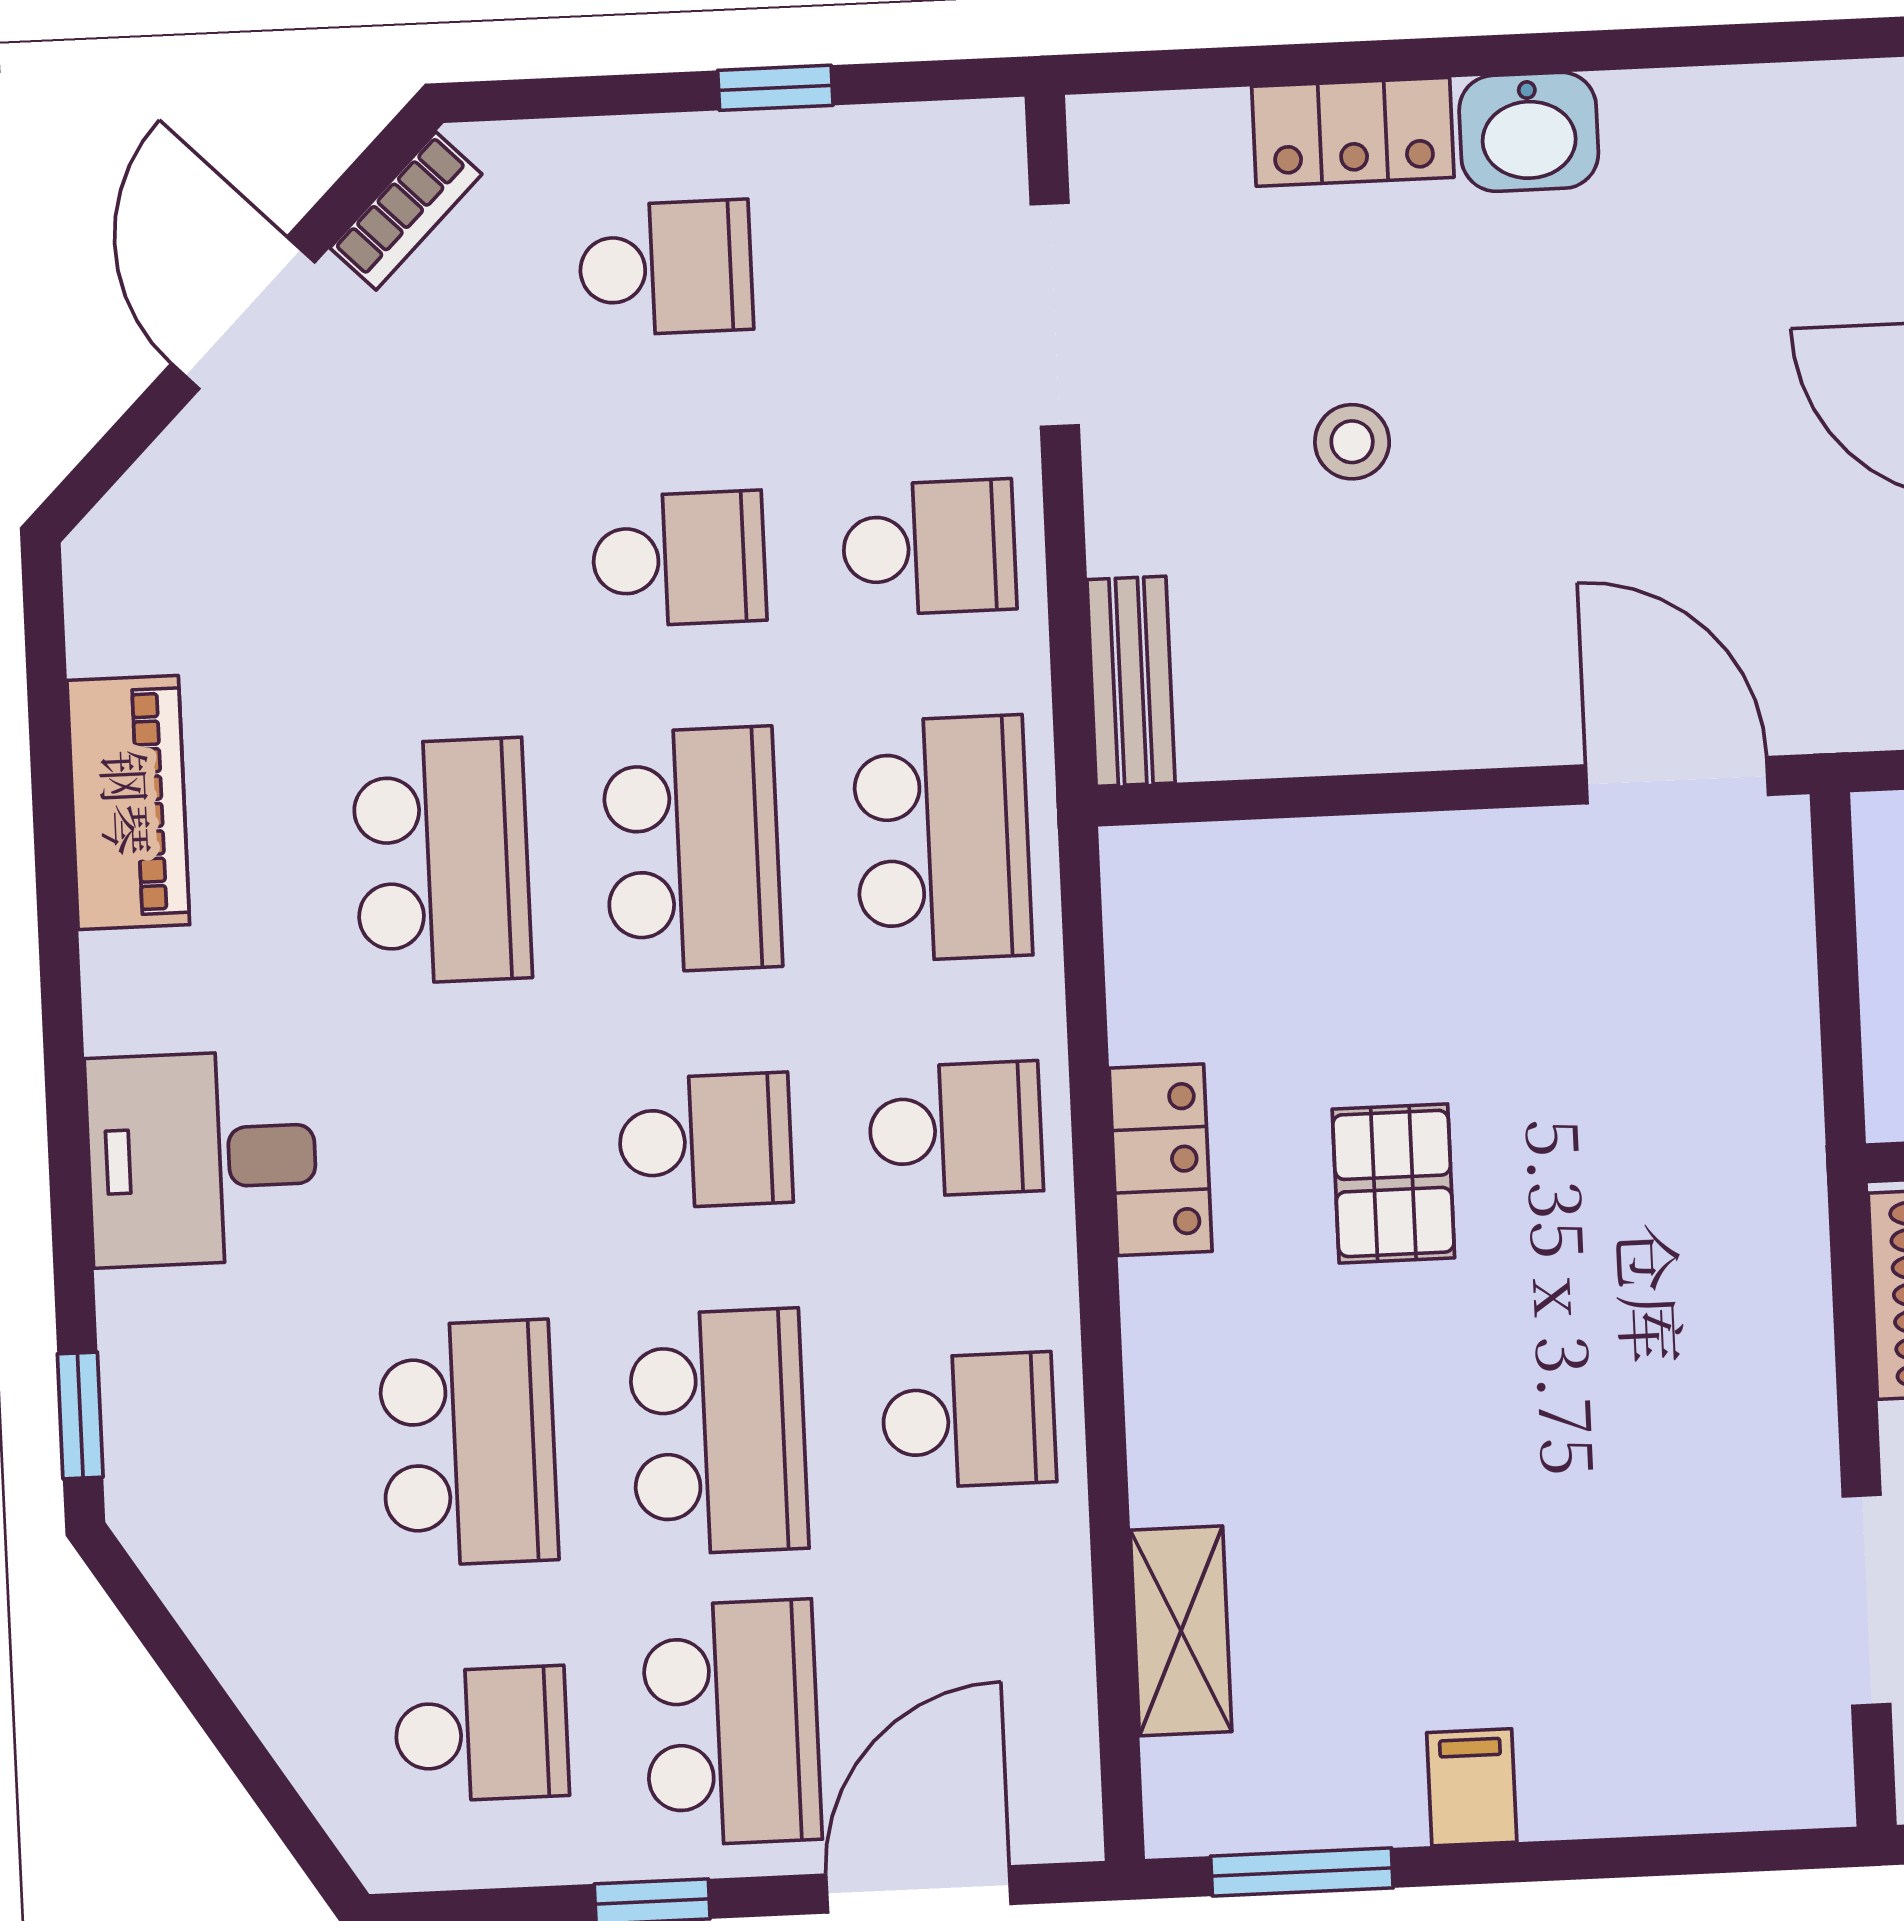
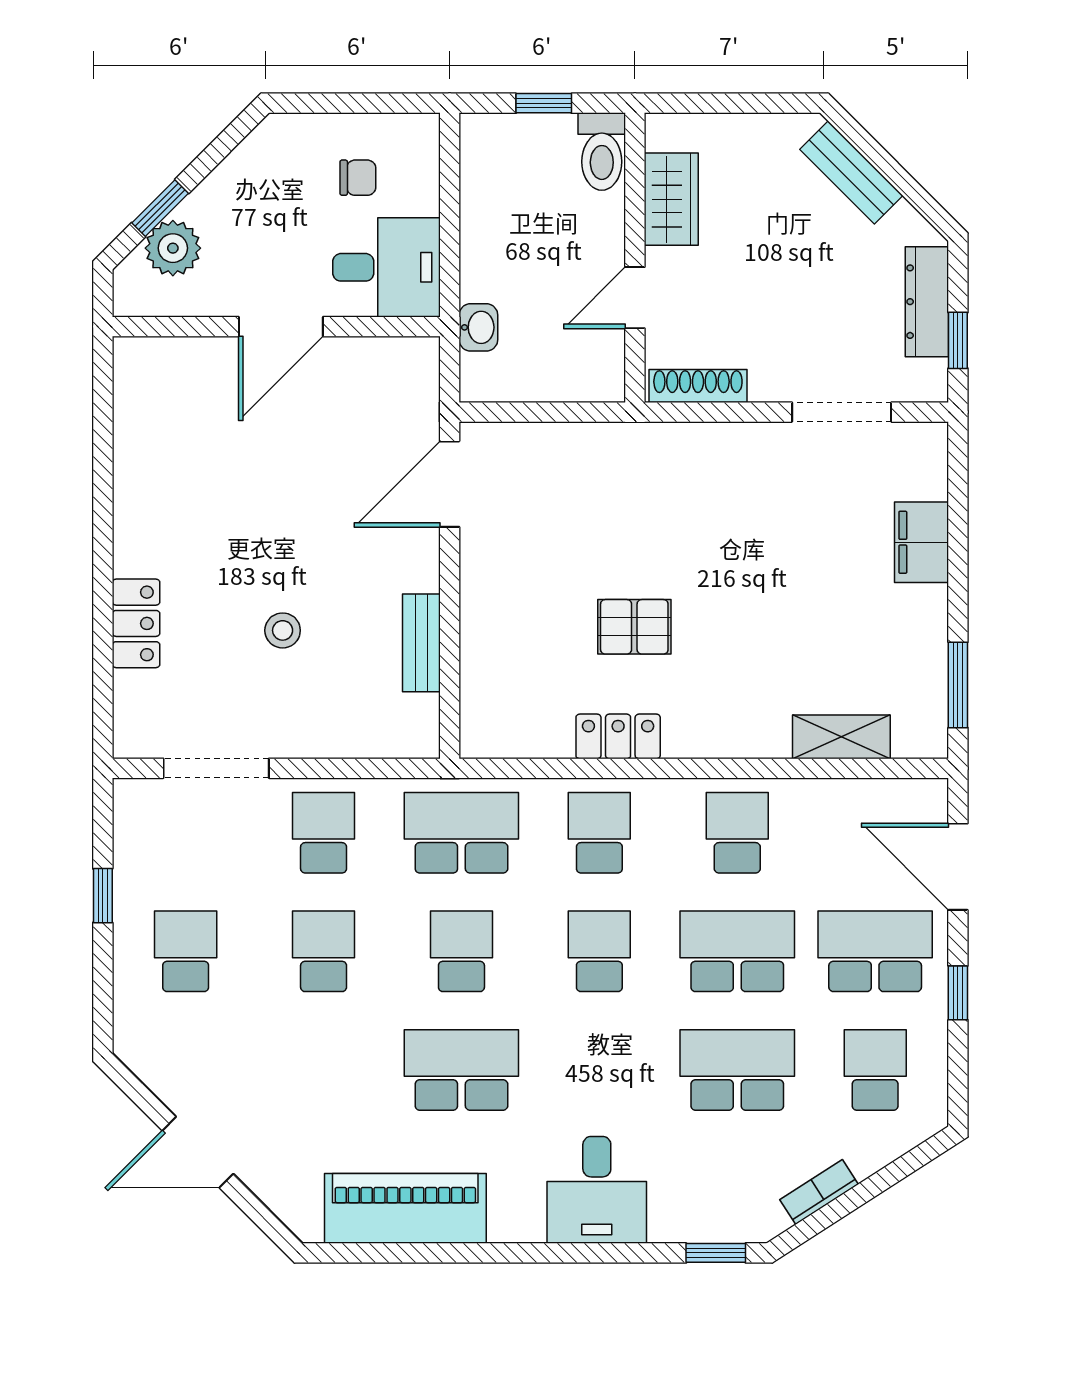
washbasin: (1529, 132) -> (140, 540), removed
bookcase: (406, 211) -> (819, 1192), moved, turned -78
bench: (1131, 681) -> (421, 643), moved, turned 90
piano: (128, 803) -> (405, 1208), width x1.37, depth x1.33
school desk: (692, 850) -> (461, 951), width x0.54
filing cabinet: (1472, 1787) -> (922, 542), moved, width x2.00

